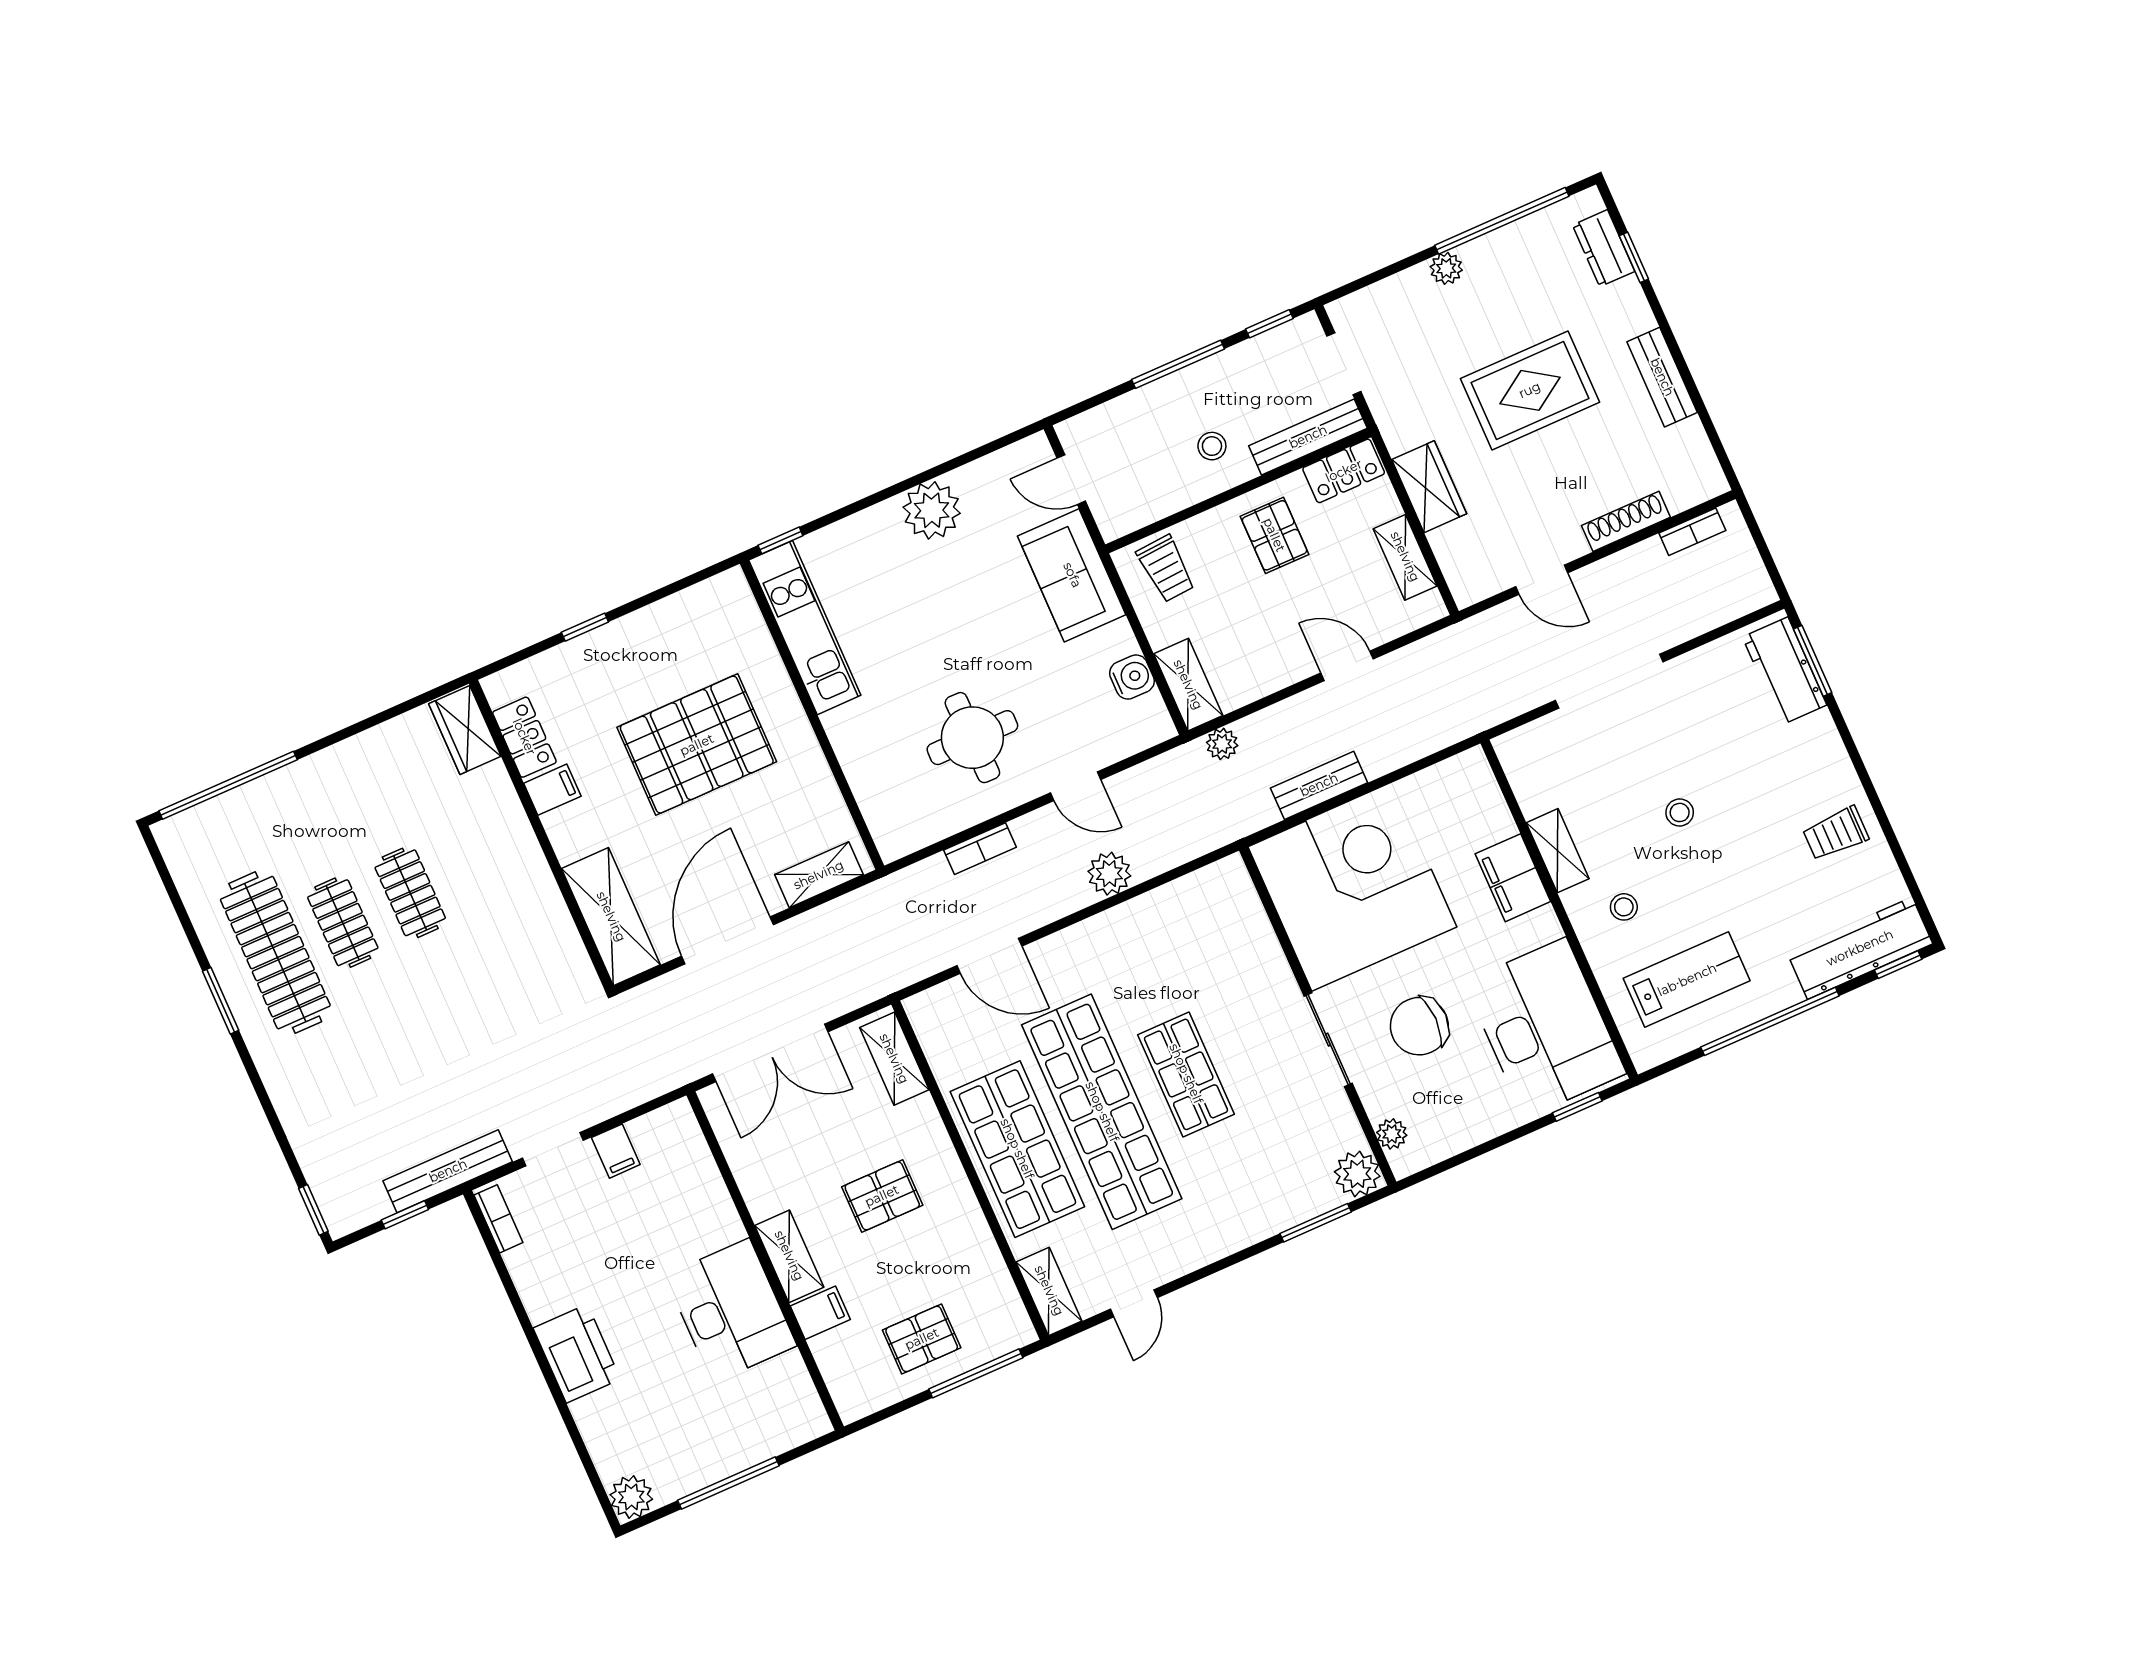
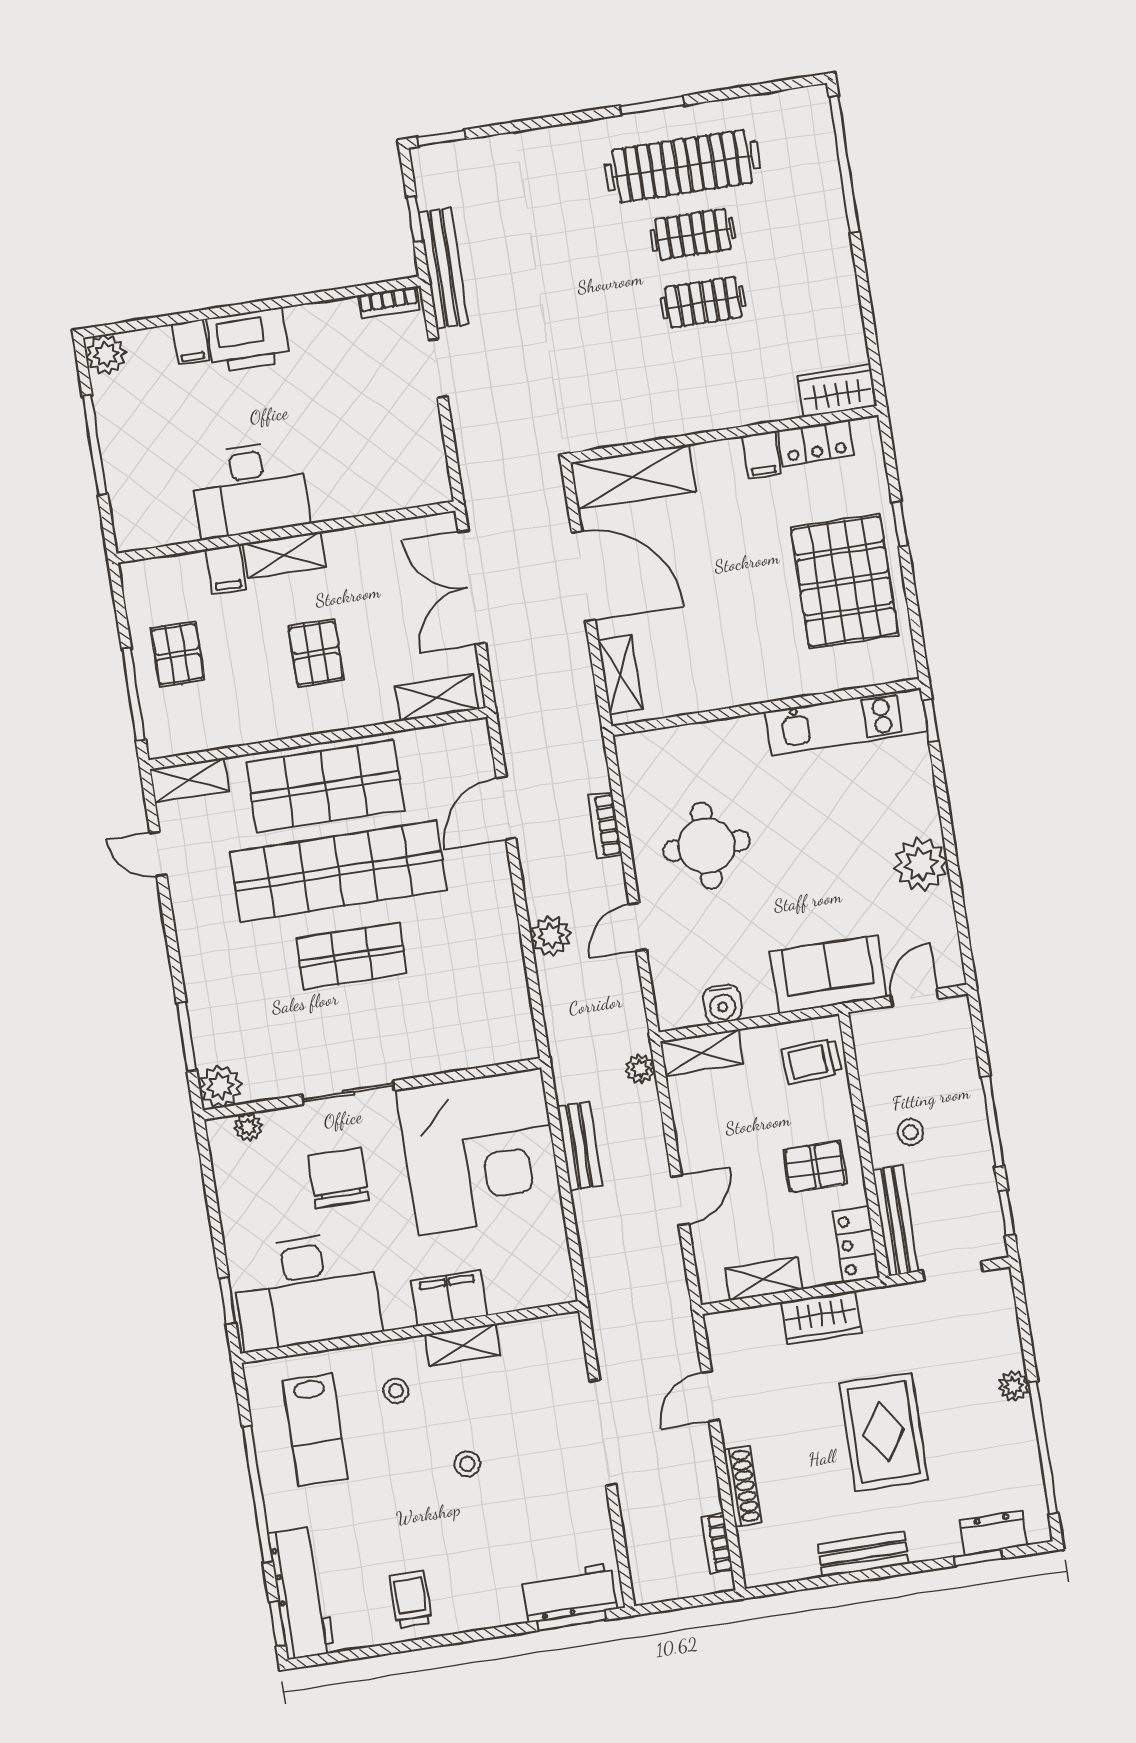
pallet: (697, 745) -> (845, 581), moved
filing cabinet: (616, 1151) -> (191, 342), moved, turned -90

